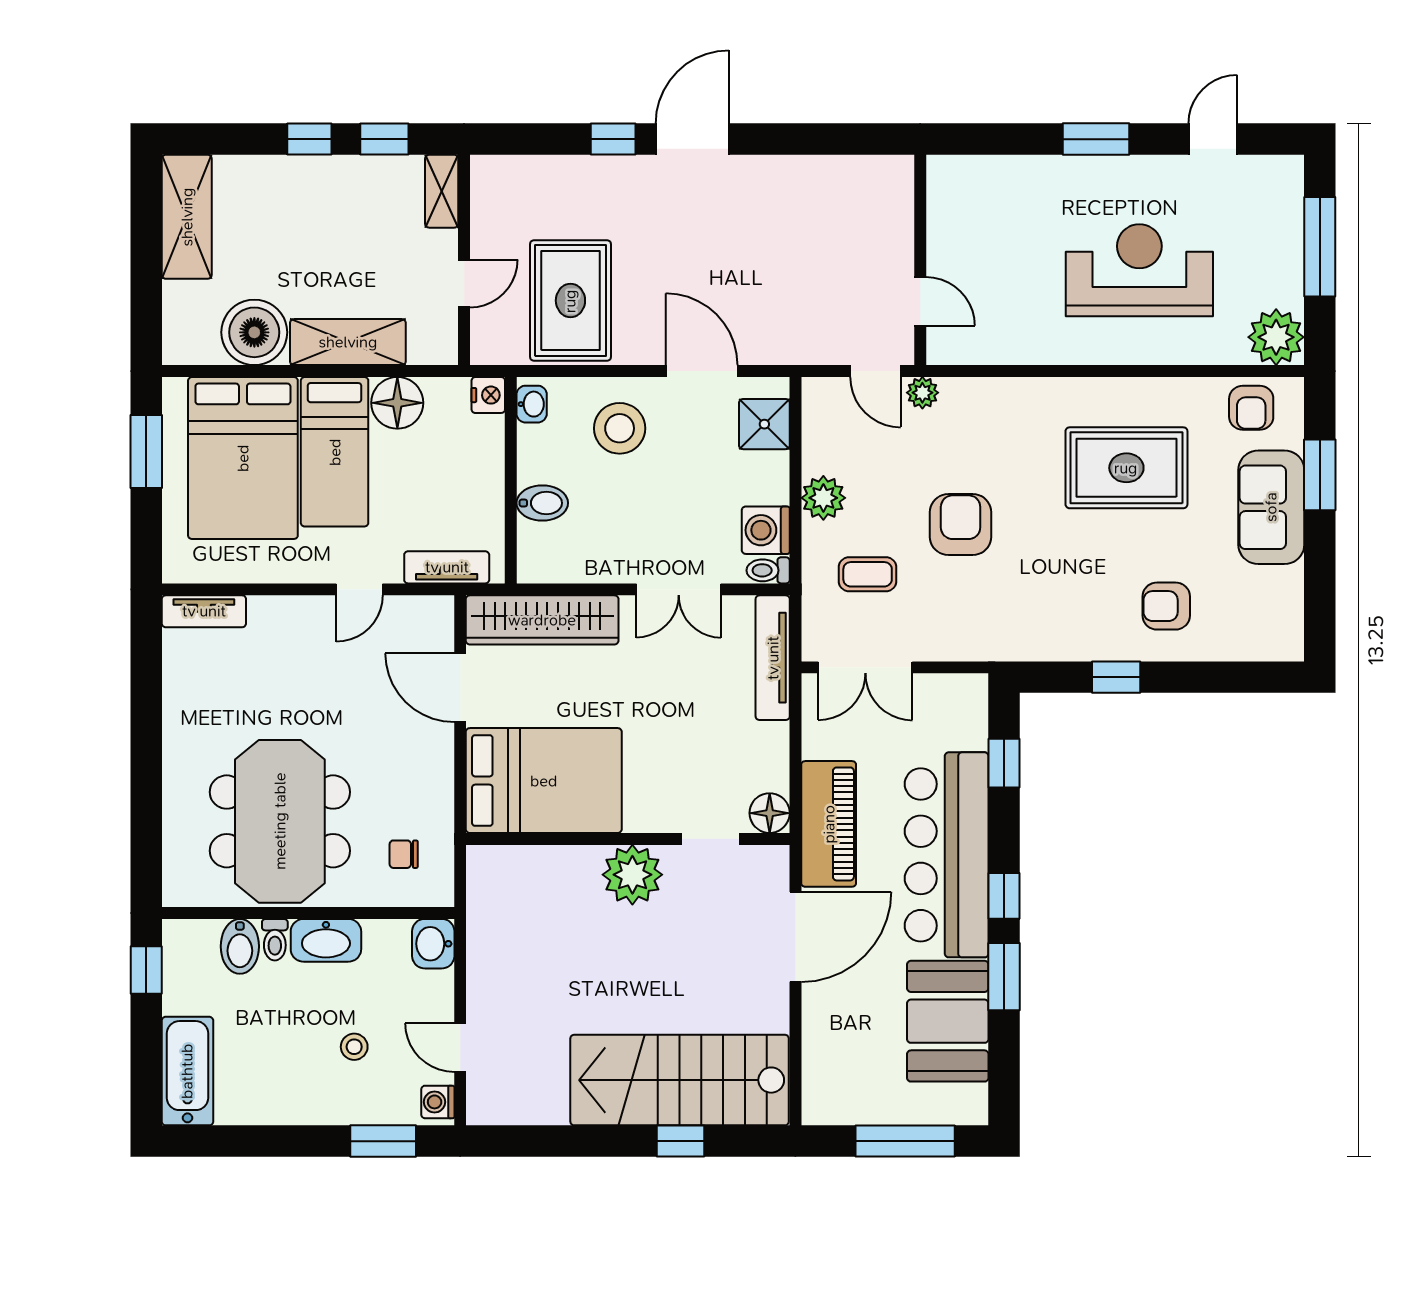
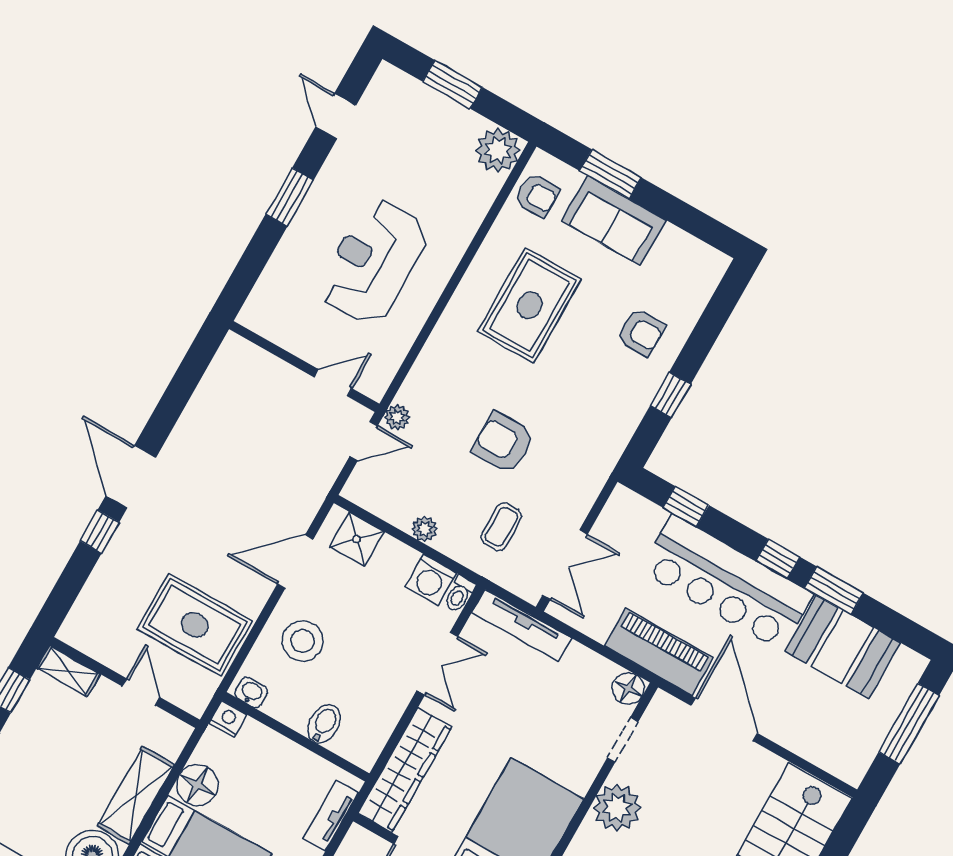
window: (1320, 247) -> (452, 84), width x0.69
reception desk: (1139, 270) -> (373, 262), moved
plant: (823, 498) -> (424, 529), width x0.73, depth x0.73
armchair: (1166, 606) -> (641, 332), turned -90

